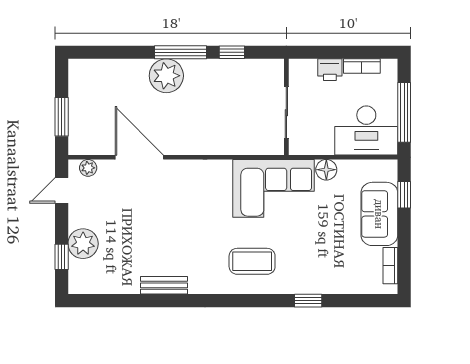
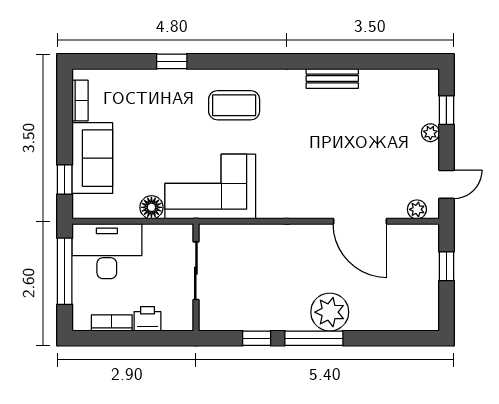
window: (62, 117) -> (446, 266), width x0.67
plant: (83, 244) -> (430, 133), width x0.53, depth x0.53

